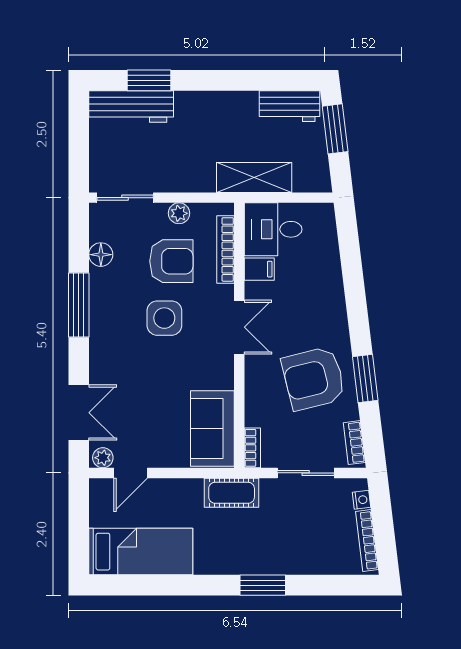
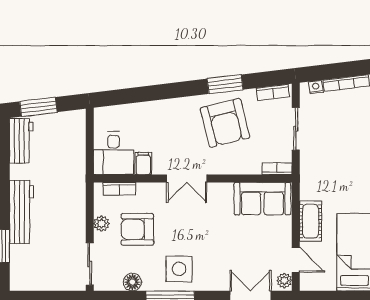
workbench: (131, 106) -> (21, 212), moved
shelving: (254, 177) -> (75, 167), removed
bookcase: (226, 249) -> (119, 189), width x0.64
armchair: (171, 261) -> (137, 229), turned -90
side table: (164, 318) -> (179, 269), moved
double door: (239, 327) -> (187, 178), swing flipped
cot: (232, 493) -> (311, 221), moved

